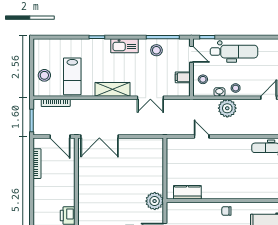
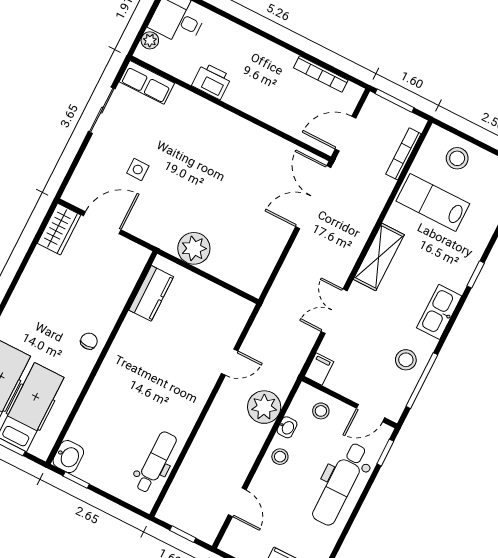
filing cabinet: (183, 77) -> (319, 369), moved
plant: (227, 108) -> (264, 407), moved
plant: (155, 201) -> (194, 248), moved

